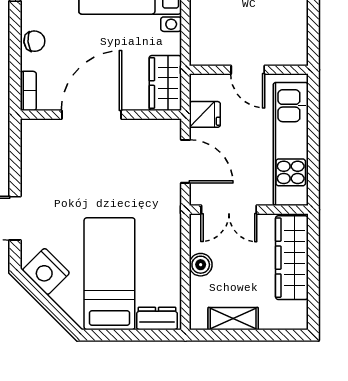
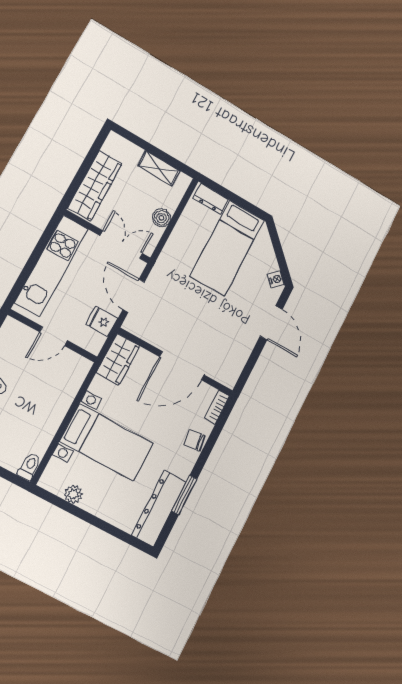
door: (248, 70) -> (53, 336), swing flipped
nightstand: (46, 272) -> (276, 279), width x0.53, depth x0.56

